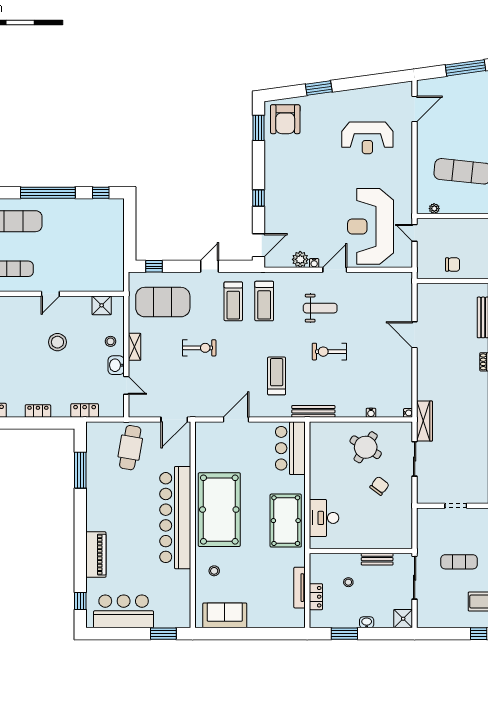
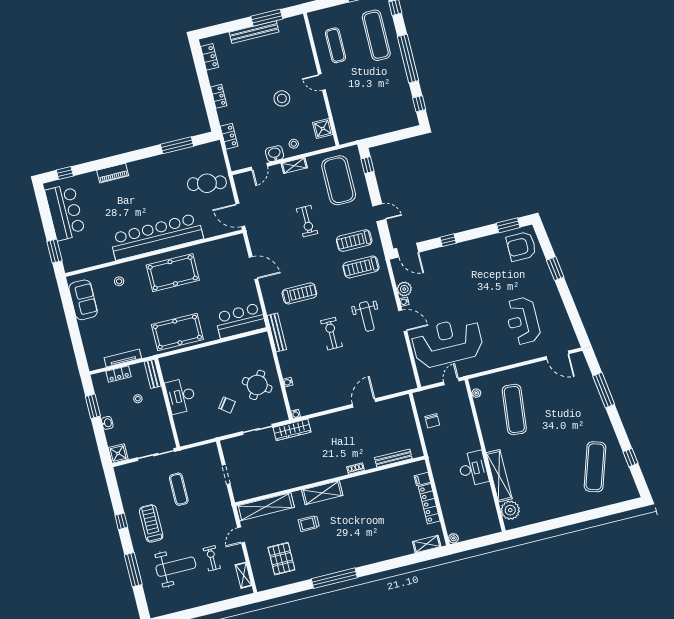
pool table: (219, 510) -> (173, 273), width x0.73, depth x0.76
desk: (324, 518) -> (181, 396), moved, turned -90
piano: (96, 555) -> (113, 173), width x0.73, depth x0.75
bench: (377, 559) -> (153, 374), moved

